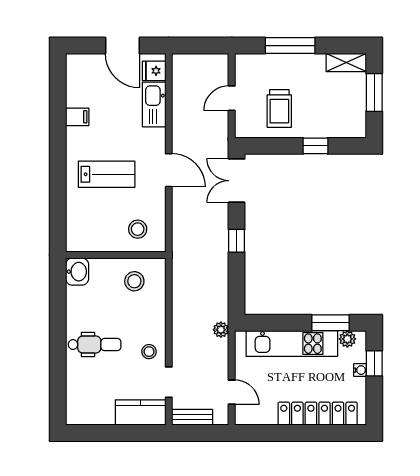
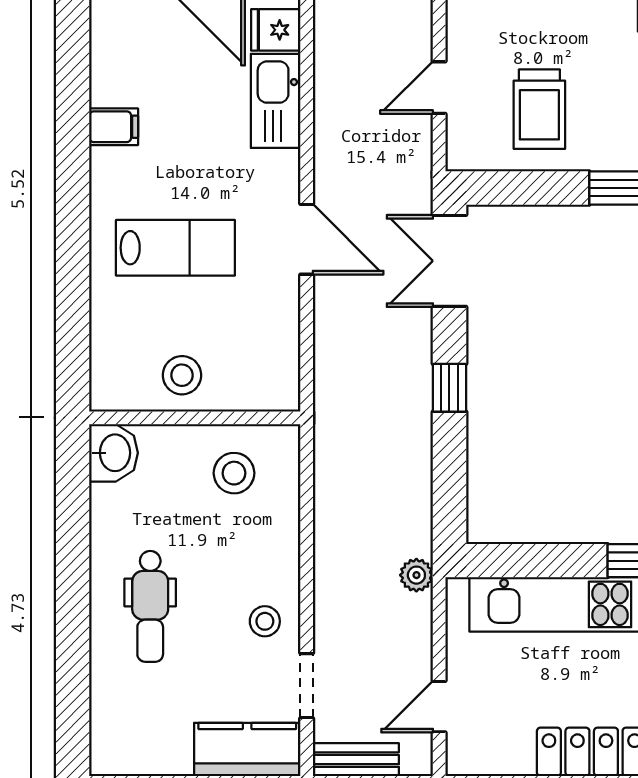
stool: (138, 229) -> (182, 375), moved
dental chair: (95, 344) -> (150, 606), turned 90
door: (232, 392) -> (439, 707), swing flipped

